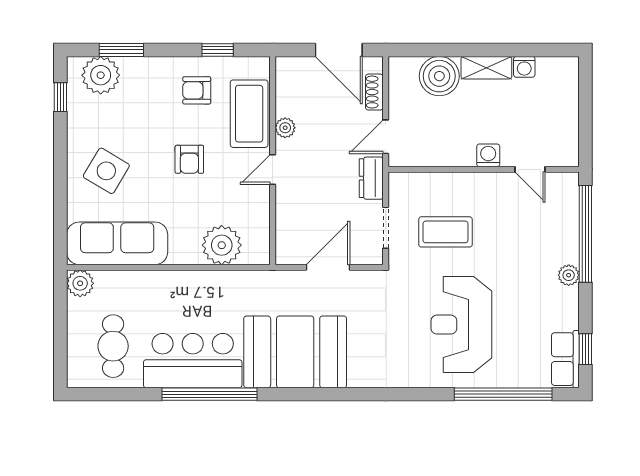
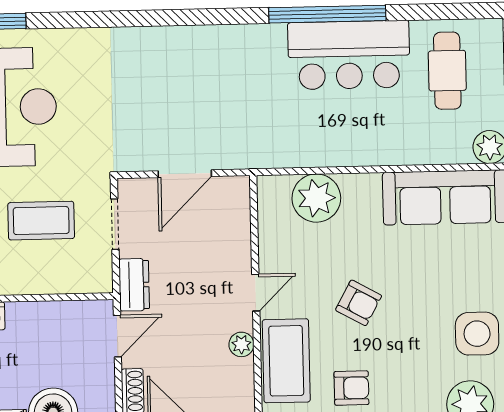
armchair: (189, 159) -> (359, 303), turned 119
side table: (106, 171) -> (477, 334), moved, turned -31
booth: (295, 352) -> (223, 69), removed

